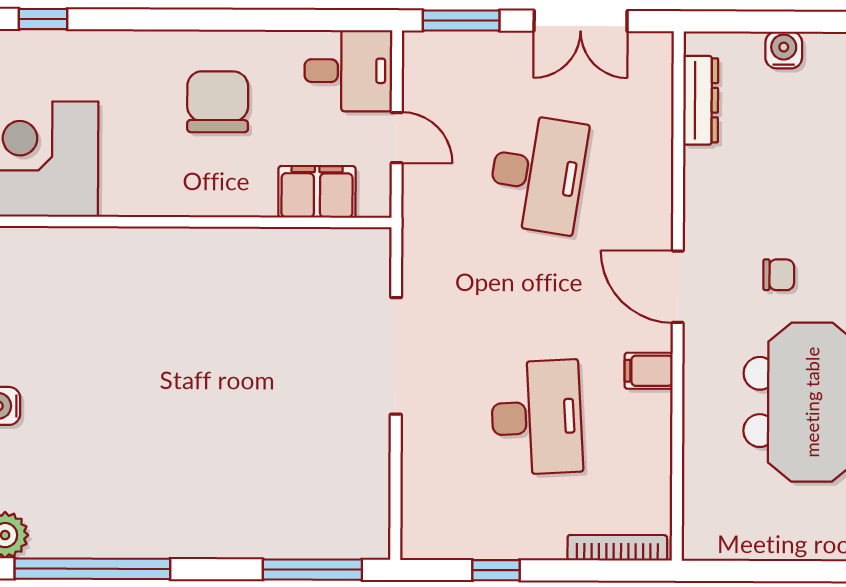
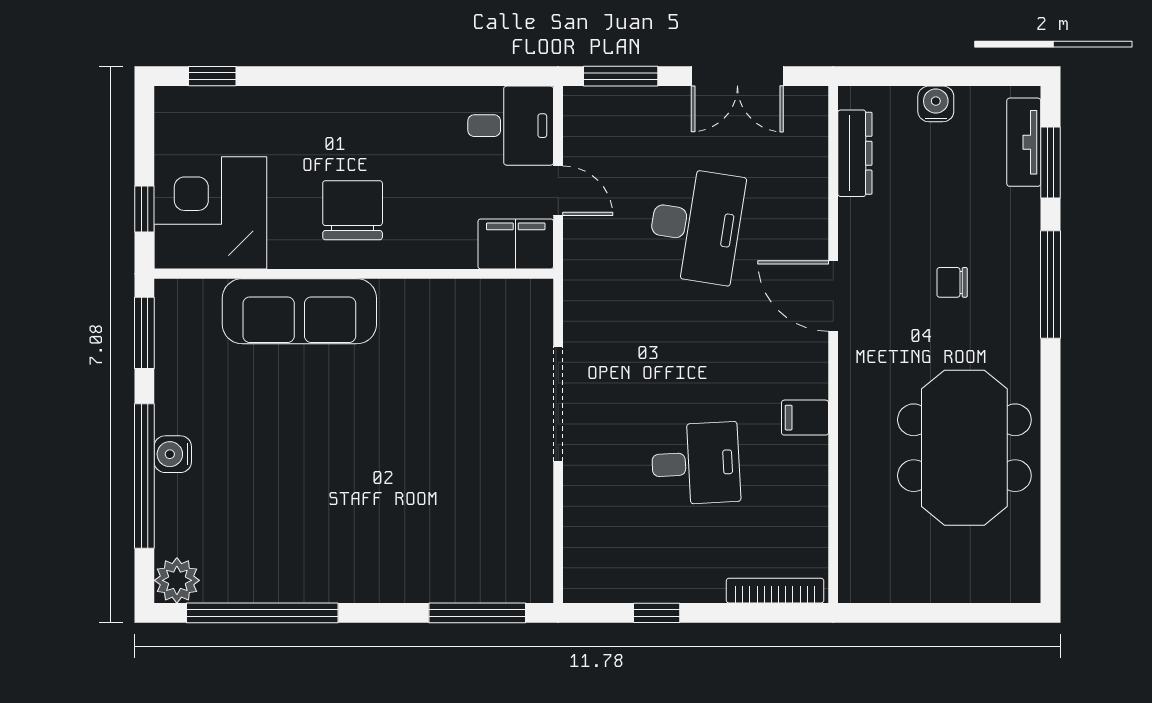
chair: (218, 102) -> (353, 210), moved
filing cabinet: (317, 192) -> (516, 244), moved
sofa: (131, 260) -> (299, 311), added
chair: (779, 275) -> (952, 282), moved, turned 180
door: (678, 287) -> (833, 296), moved
desk: (537, 417) -> (696, 464), width x0.73

